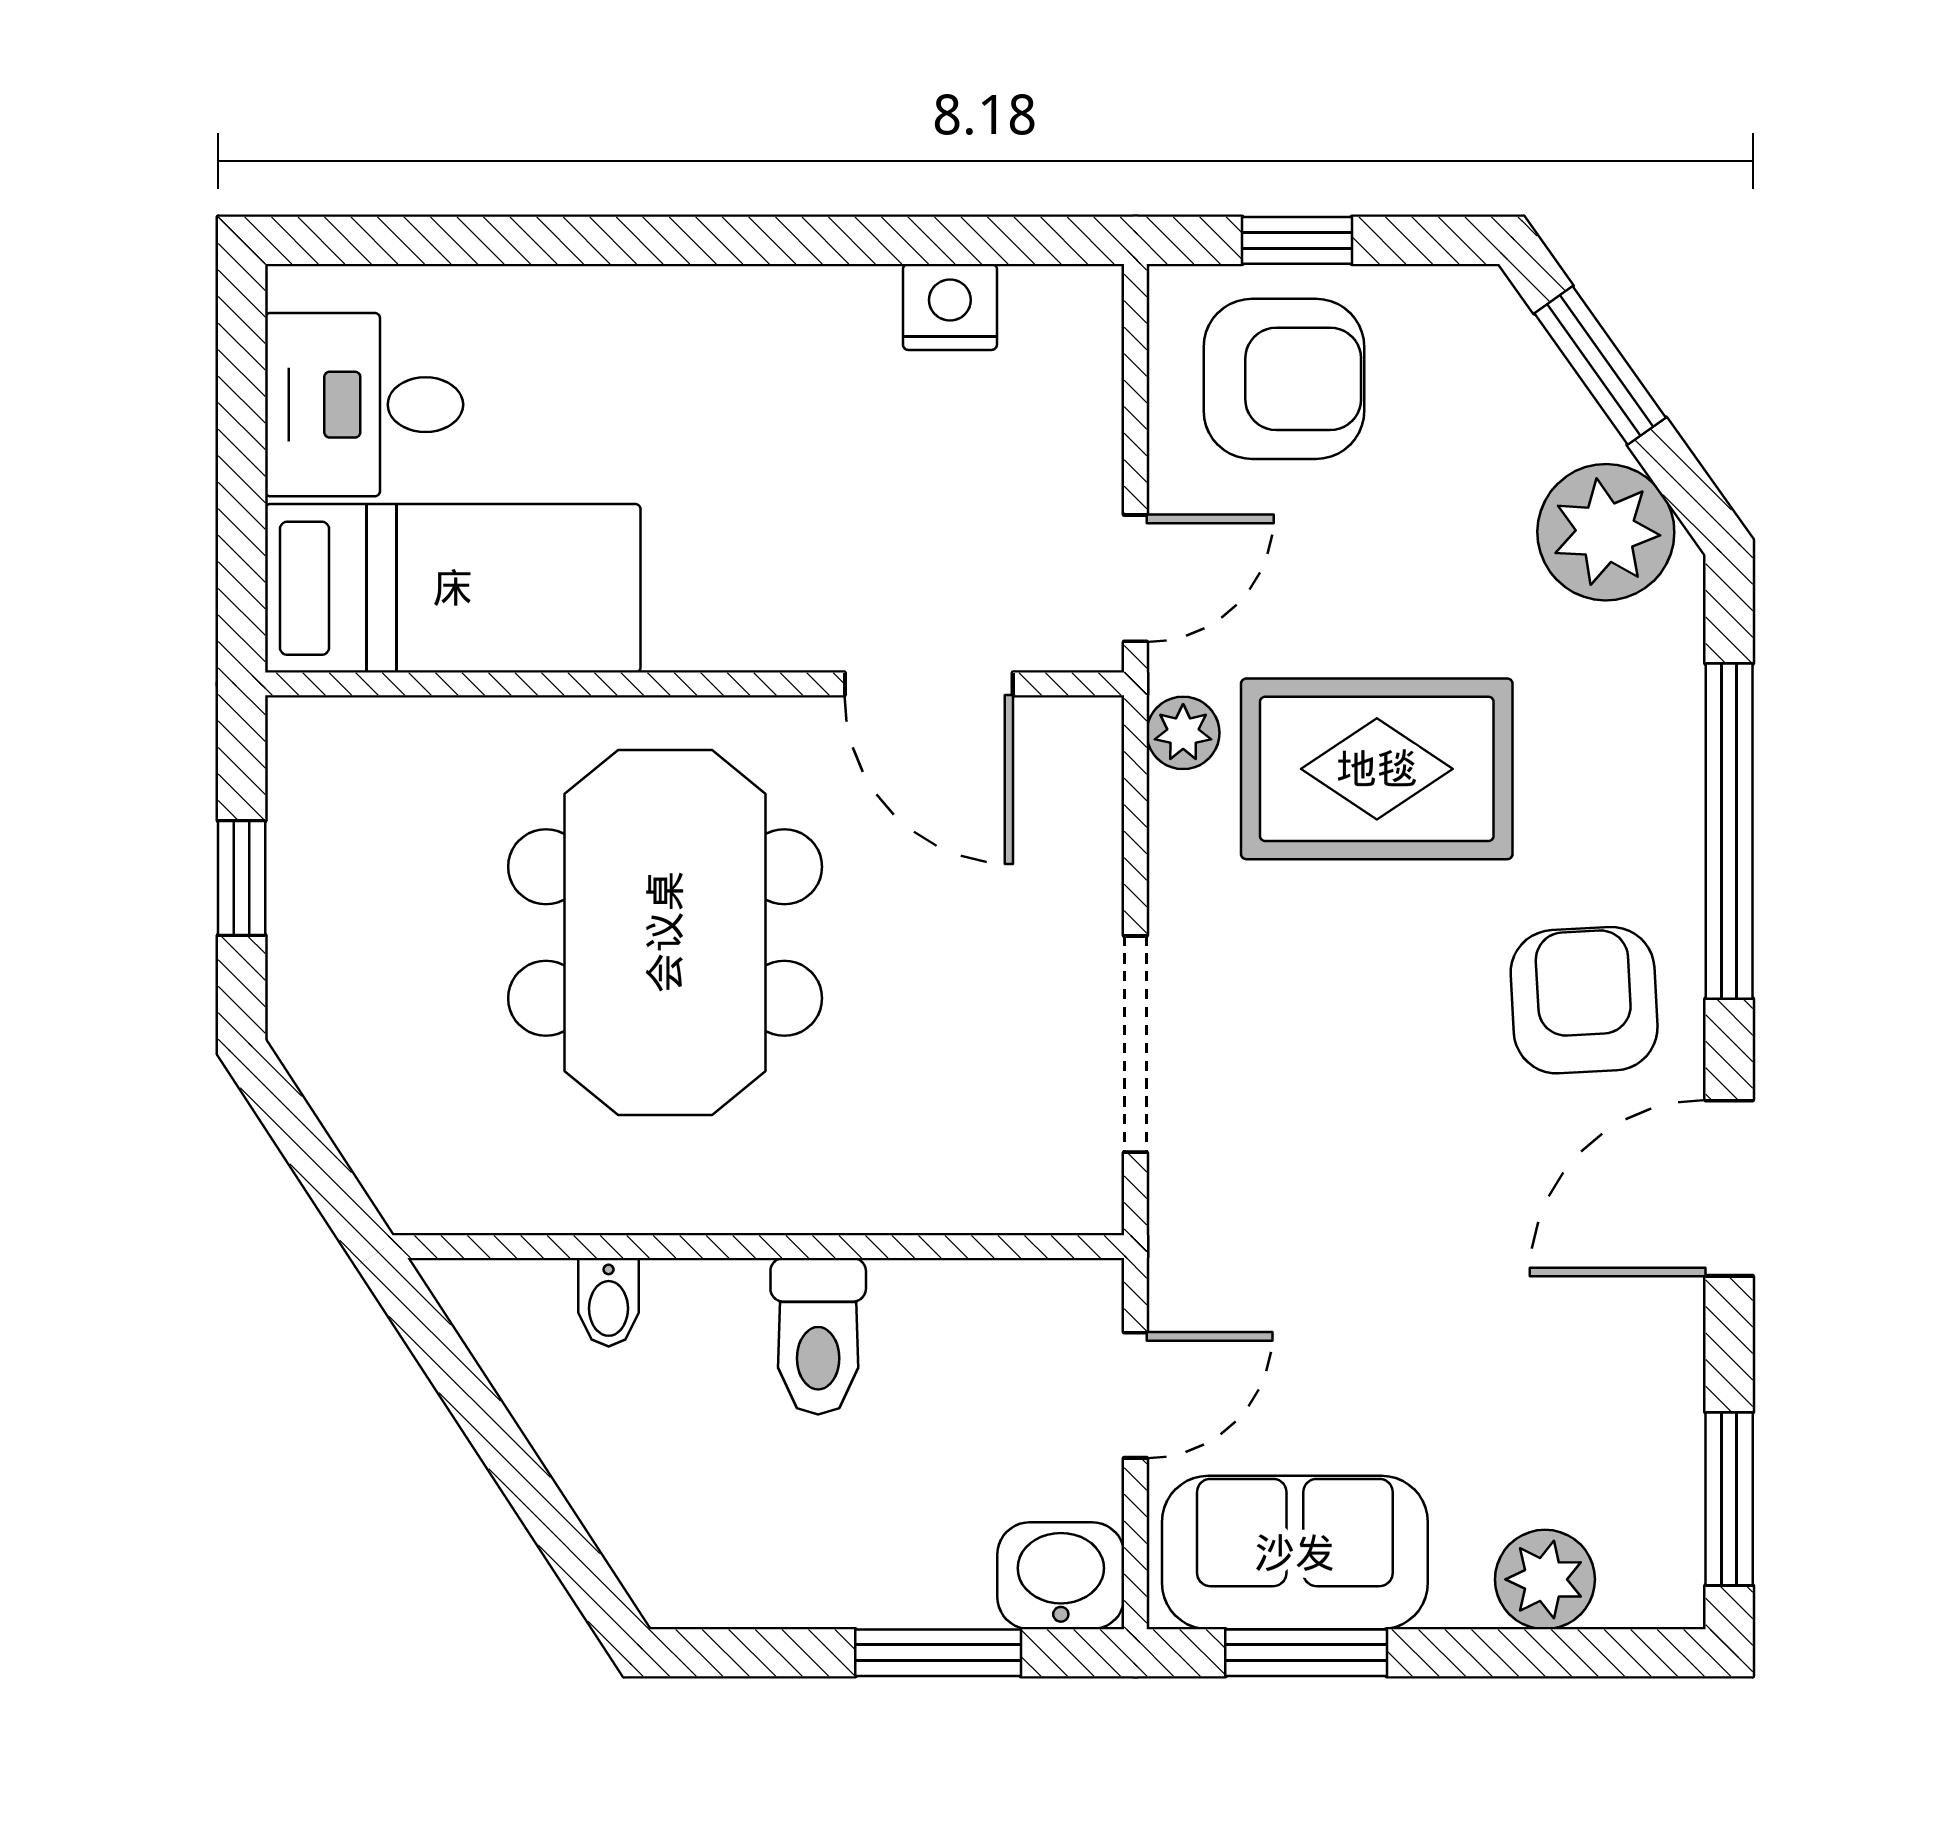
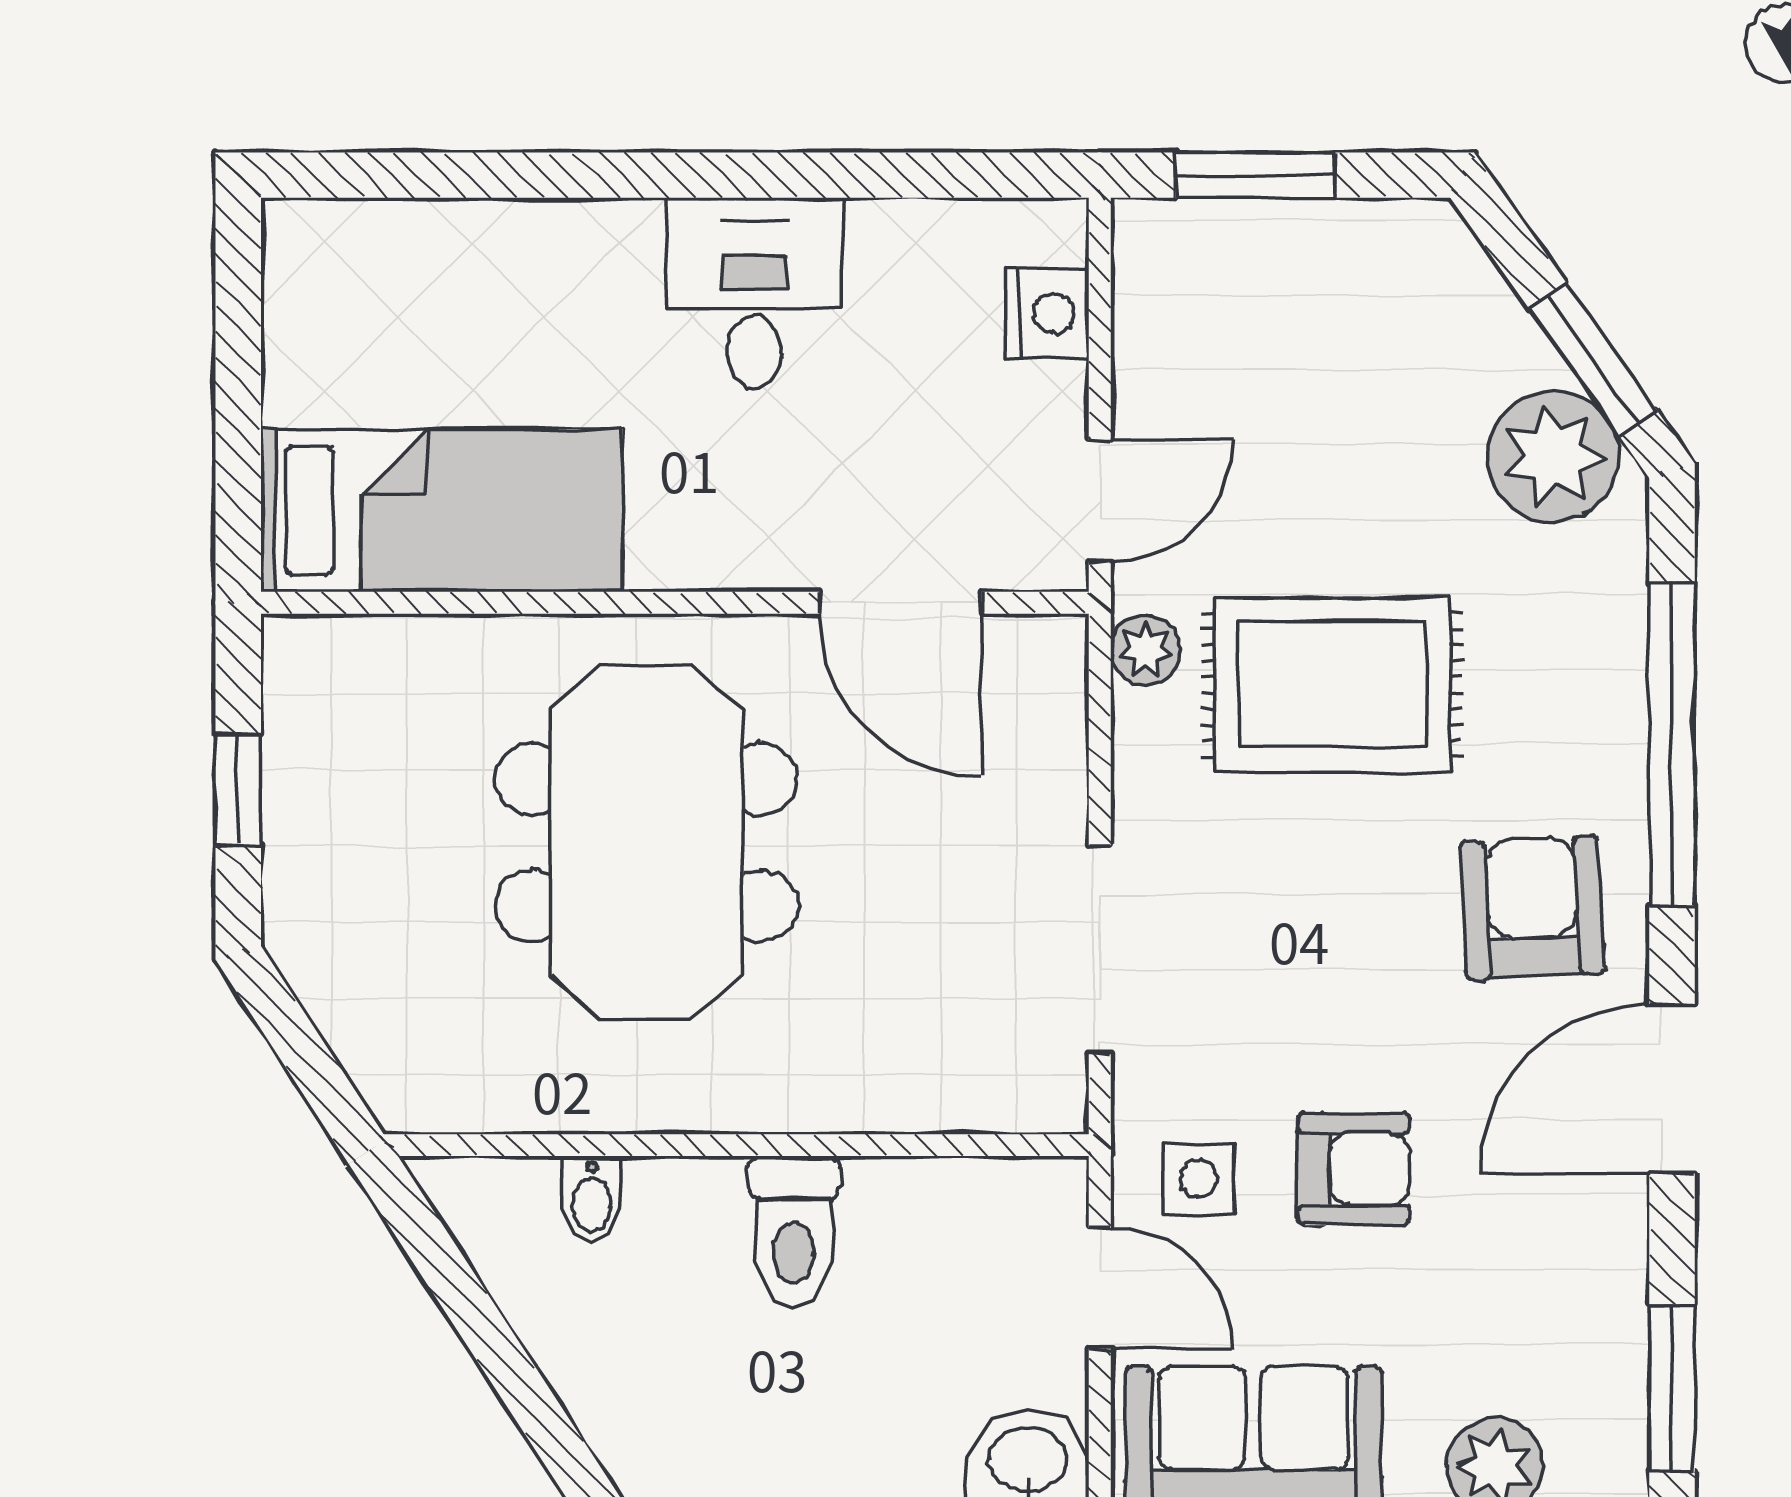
window: (1297, 240) -> (1255, 175), width x1.50
nightstand: (950, 307) -> (1047, 314), moved, turned 90
window: (1600, 365) -> (1593, 359), moved
armchair: (1284, 379) -> (1354, 1169), moved, width x0.72, depth x0.72
desk: (364, 405) -> (754, 293), moved, turned 90
side table: (1238, 1281) -> (1199, 1179), added
door: (1135, 1395) -> (1100, 1288), hinge flipped

